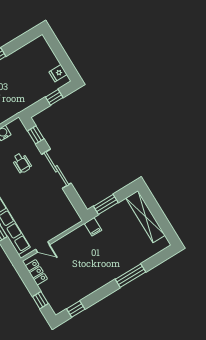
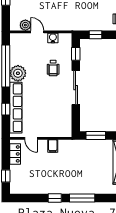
window: (54, 97) -> (96, 35), moved
filing cabinet: (93, 227) -> (53, 146), moved
window: (76, 309) -> (55, 198), moved

